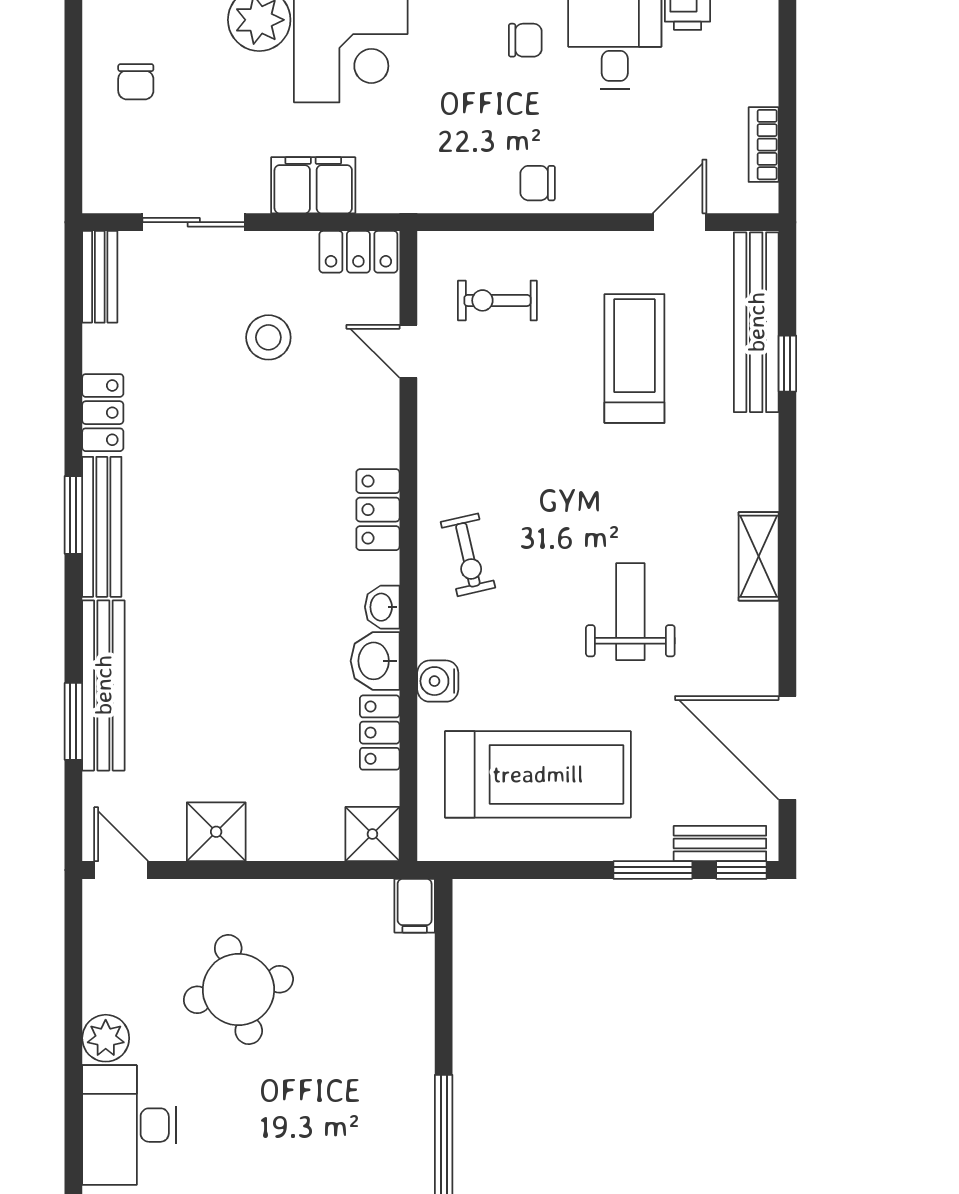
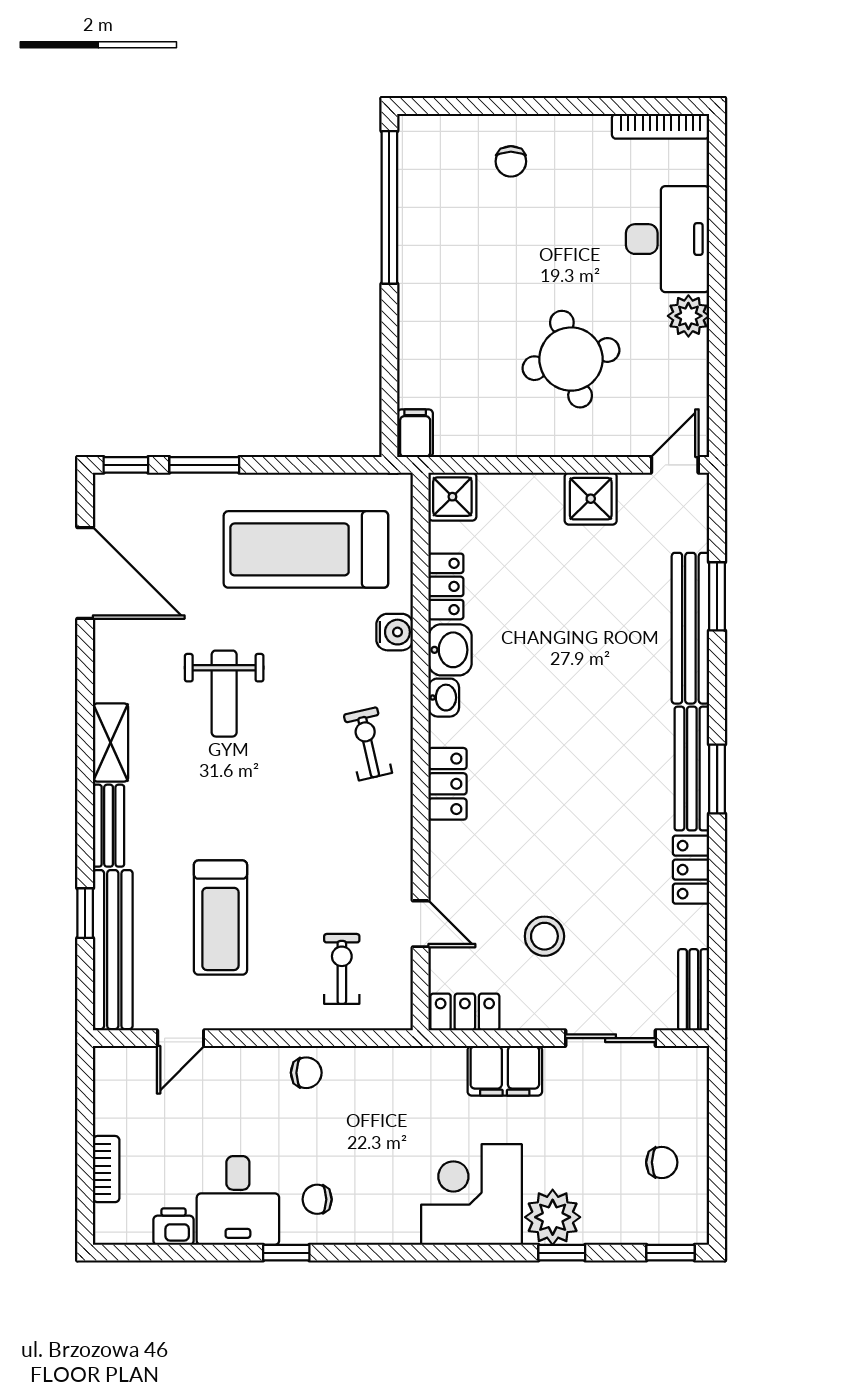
chair: (136, 82) -> (662, 1162), turned 90
bookcase: (764, 145) -> (106, 1169), moved
exercise bike: (497, 300) -> (342, 969), turned -90
bench: (720, 844) -> (109, 826), moved, turned 90
door: (121, 870) -> (675, 465), swing flipped

